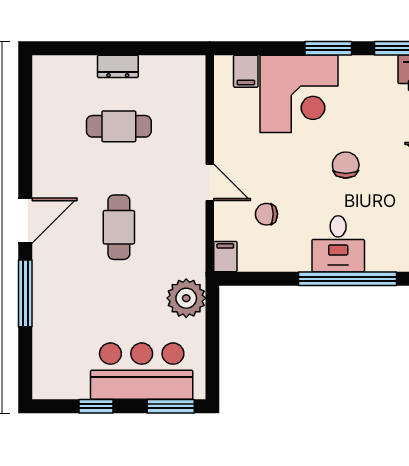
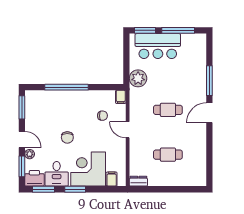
dresser: (118, 66) -> (138, 181), moved
cafe table: (119, 227) -> (168, 110), turned 90
desk: (338, 244) -> (57, 174), moved, turned 180
window: (96, 406) -> (178, 30), width x2.17

